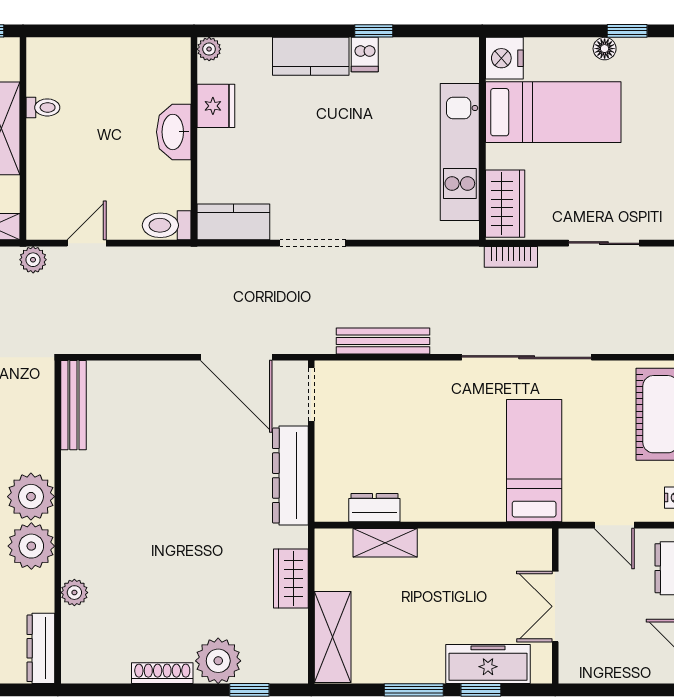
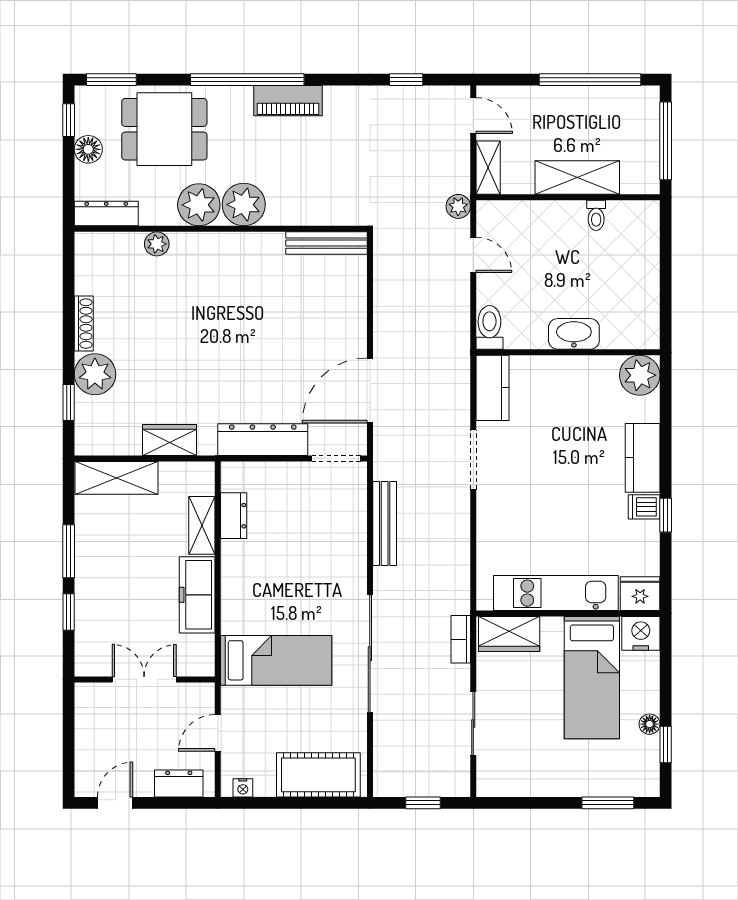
plant: (209, 49) -> (640, 375), width x1.87, depth x1.87
fridge: (216, 106) -> (640, 594), moved, turned 180
freezer: (488, 664) -> (197, 595), moved, turned 180

